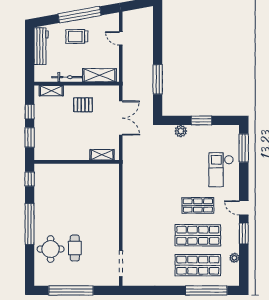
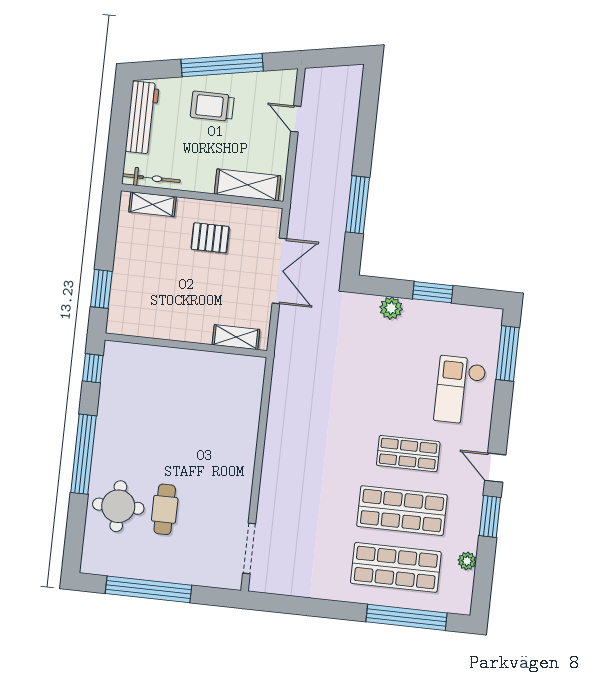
bicycle: (67, 77) -> (151, 178), moved
window: (30, 112) -> (107, 240), removed

